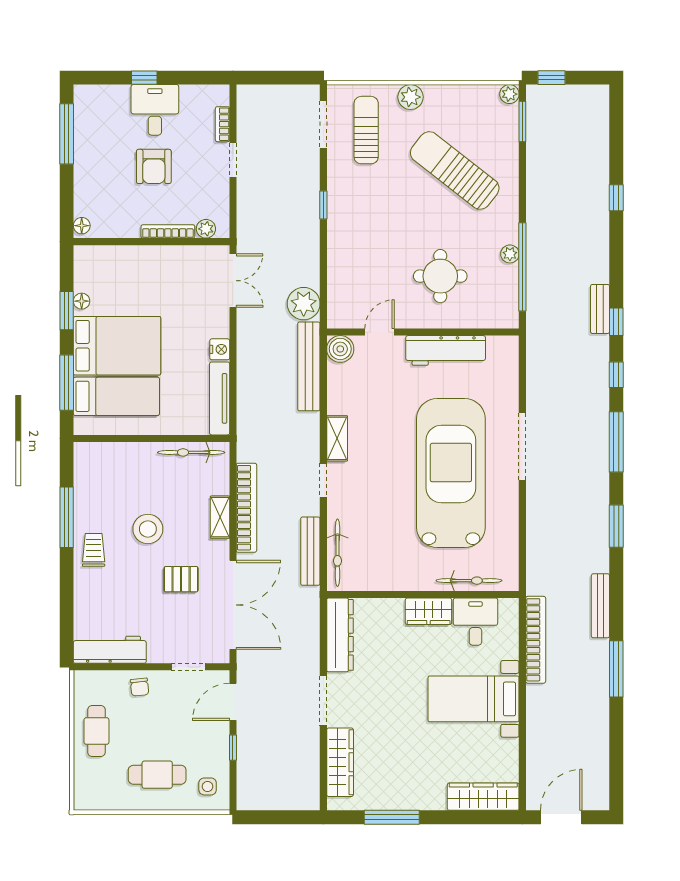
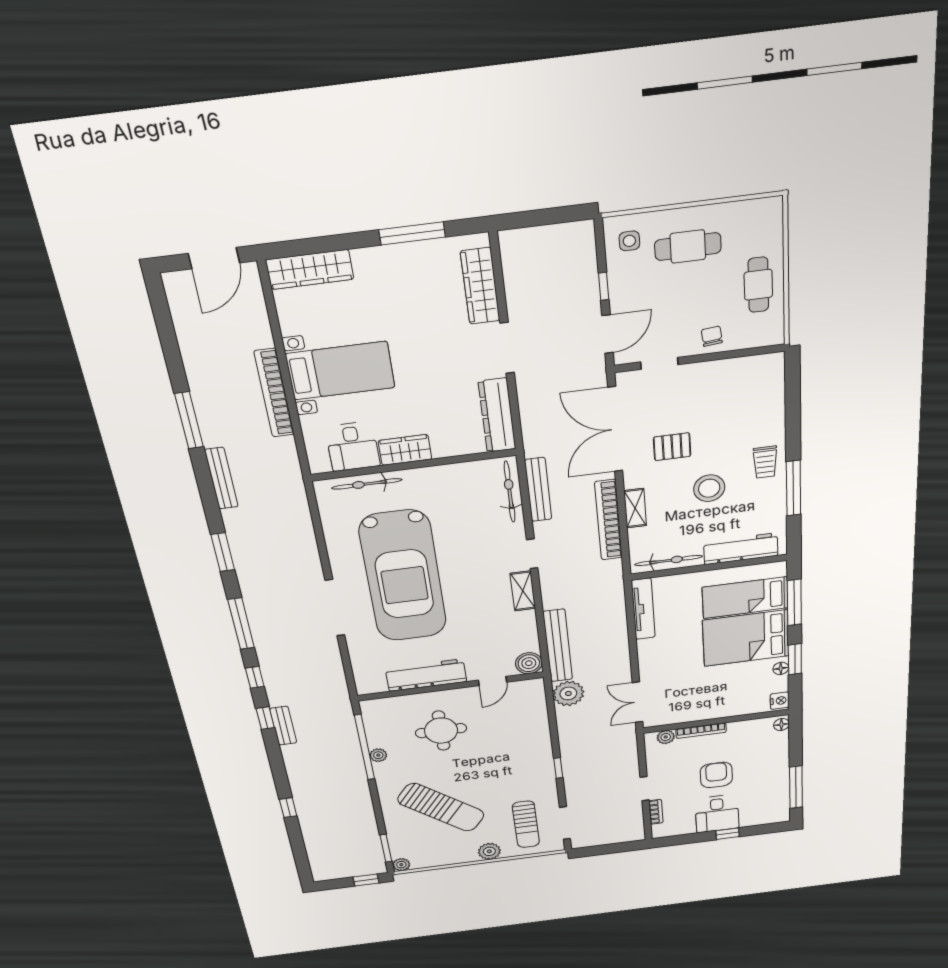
nightstand: (220, 349) -> (780, 701), moved, turned 180
bookcase: (536, 640) -> (274, 393), moved
workbench: (110, 650) -> (741, 549), moved, turned 180

